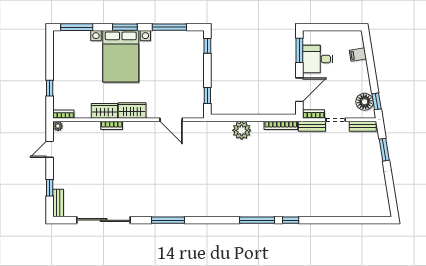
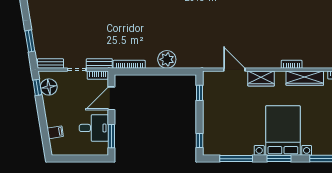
wardrobe: (104, 111) -> (305, 78), width x1.50
wardrobe: (132, 111) -> (261, 79), moved

